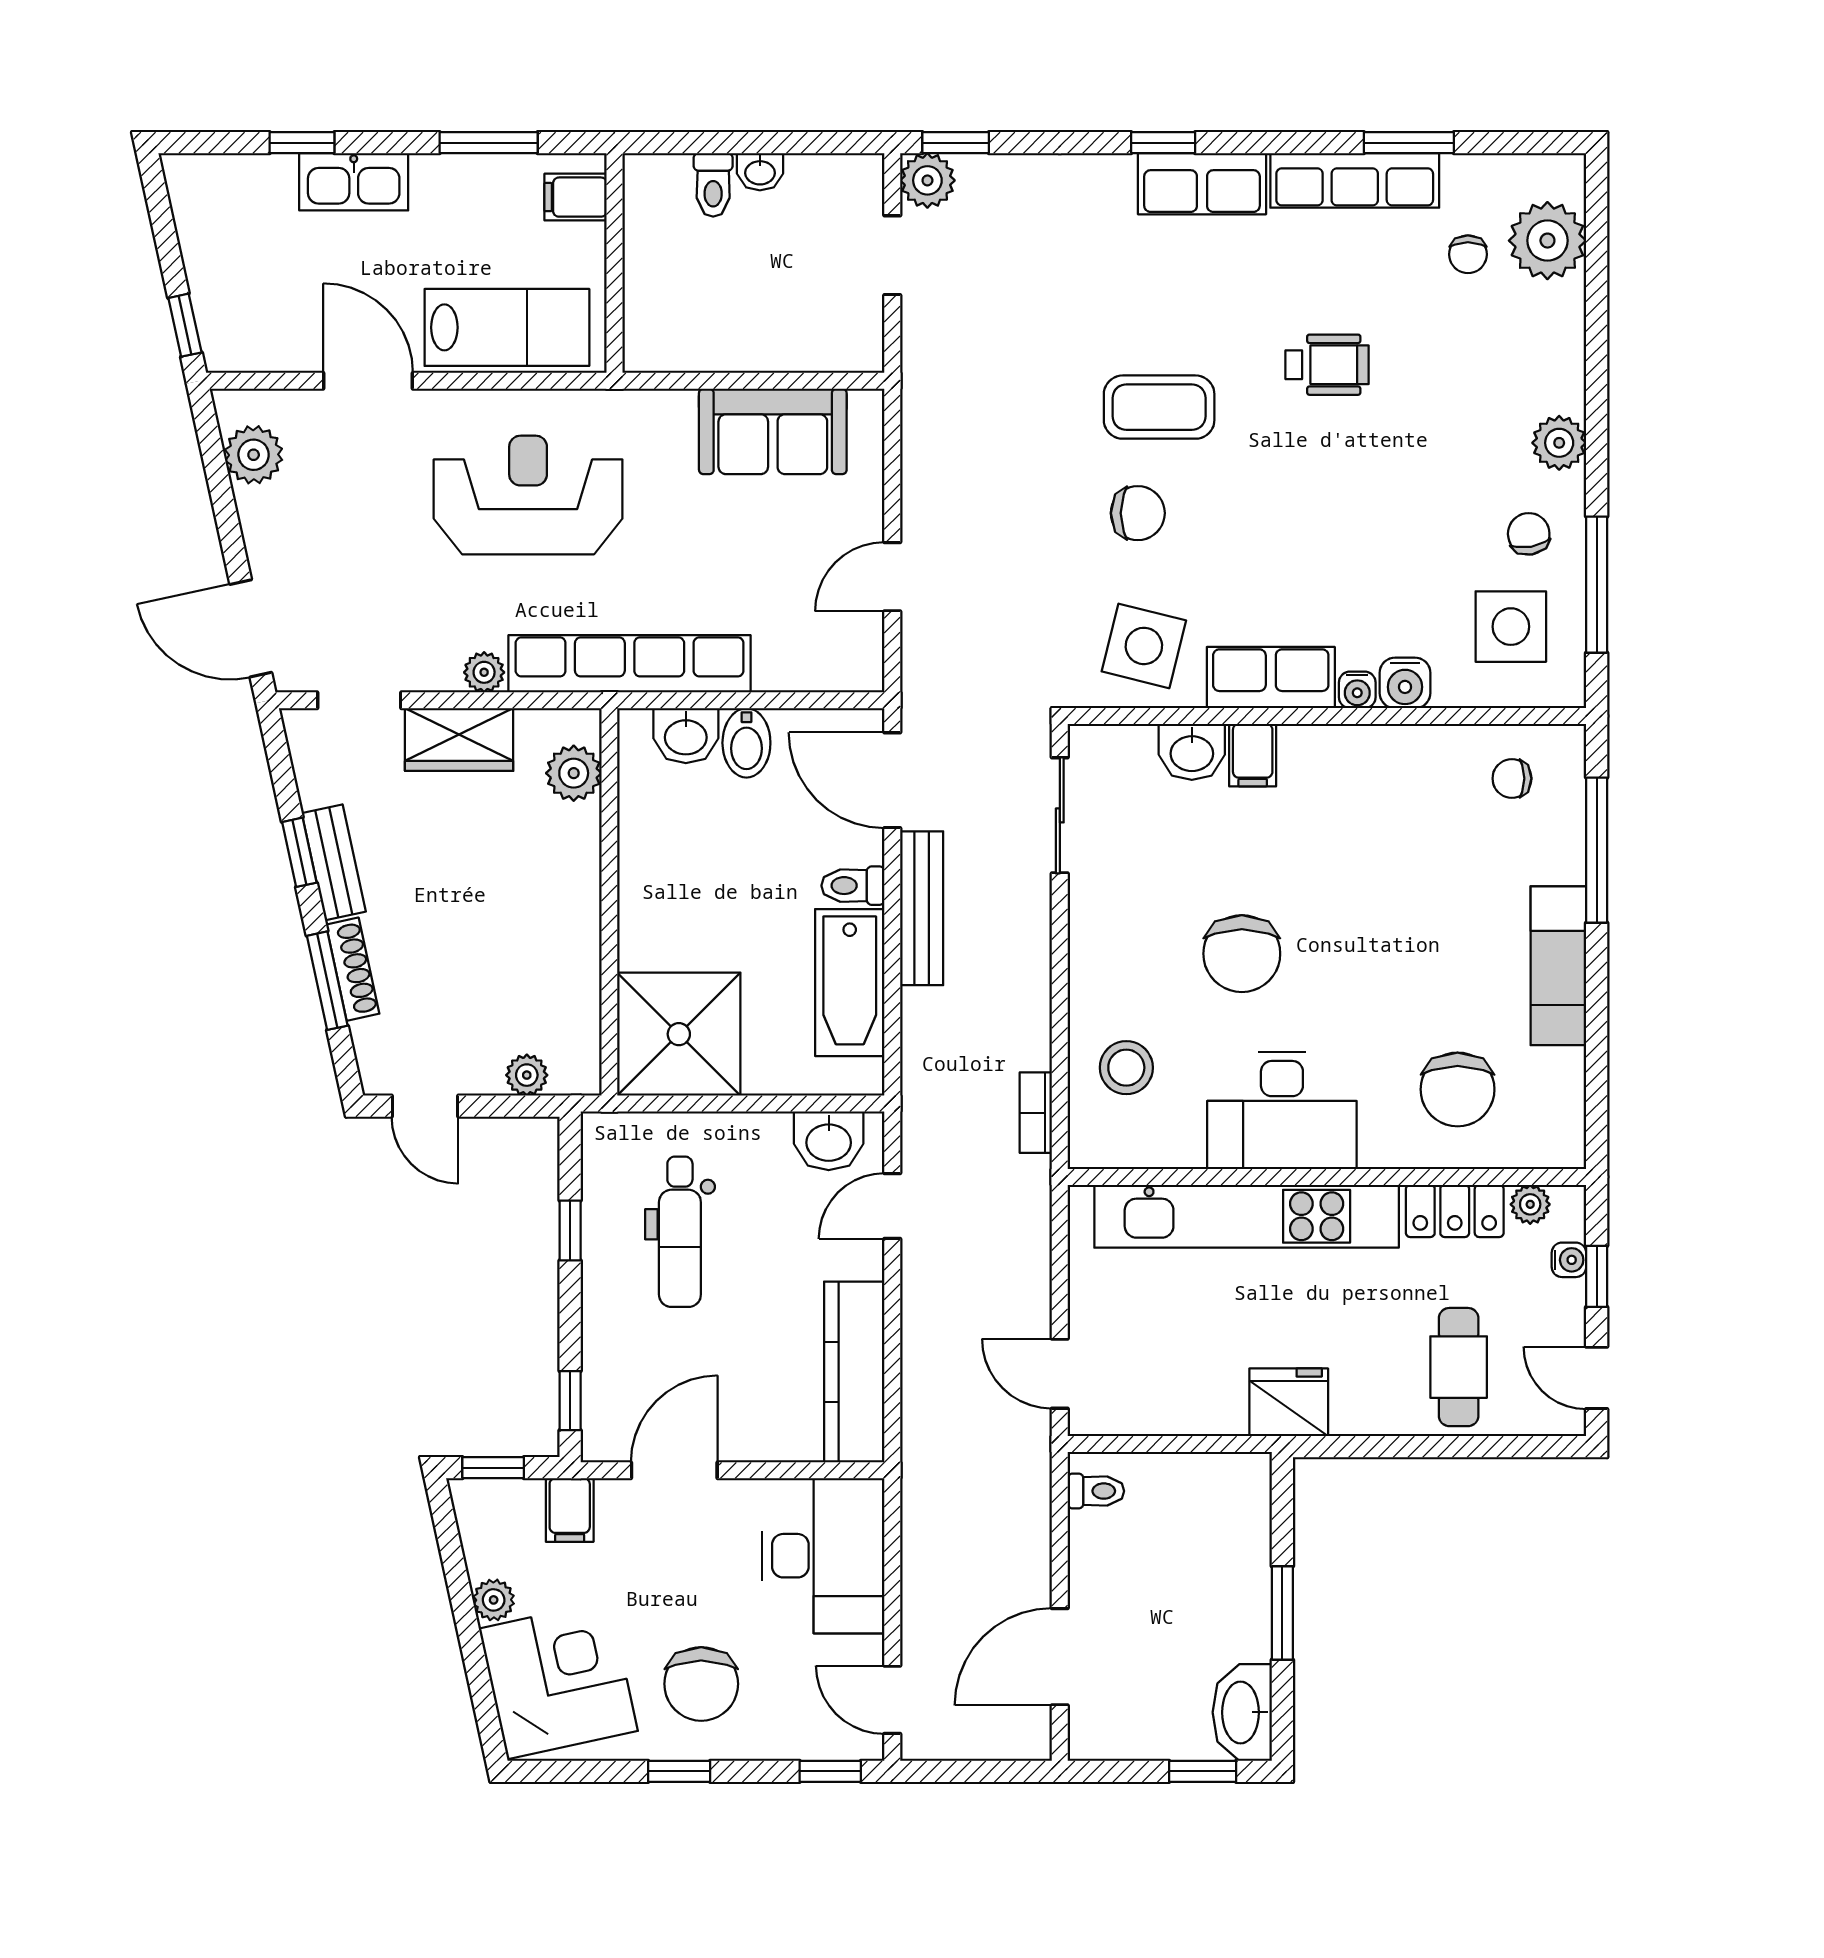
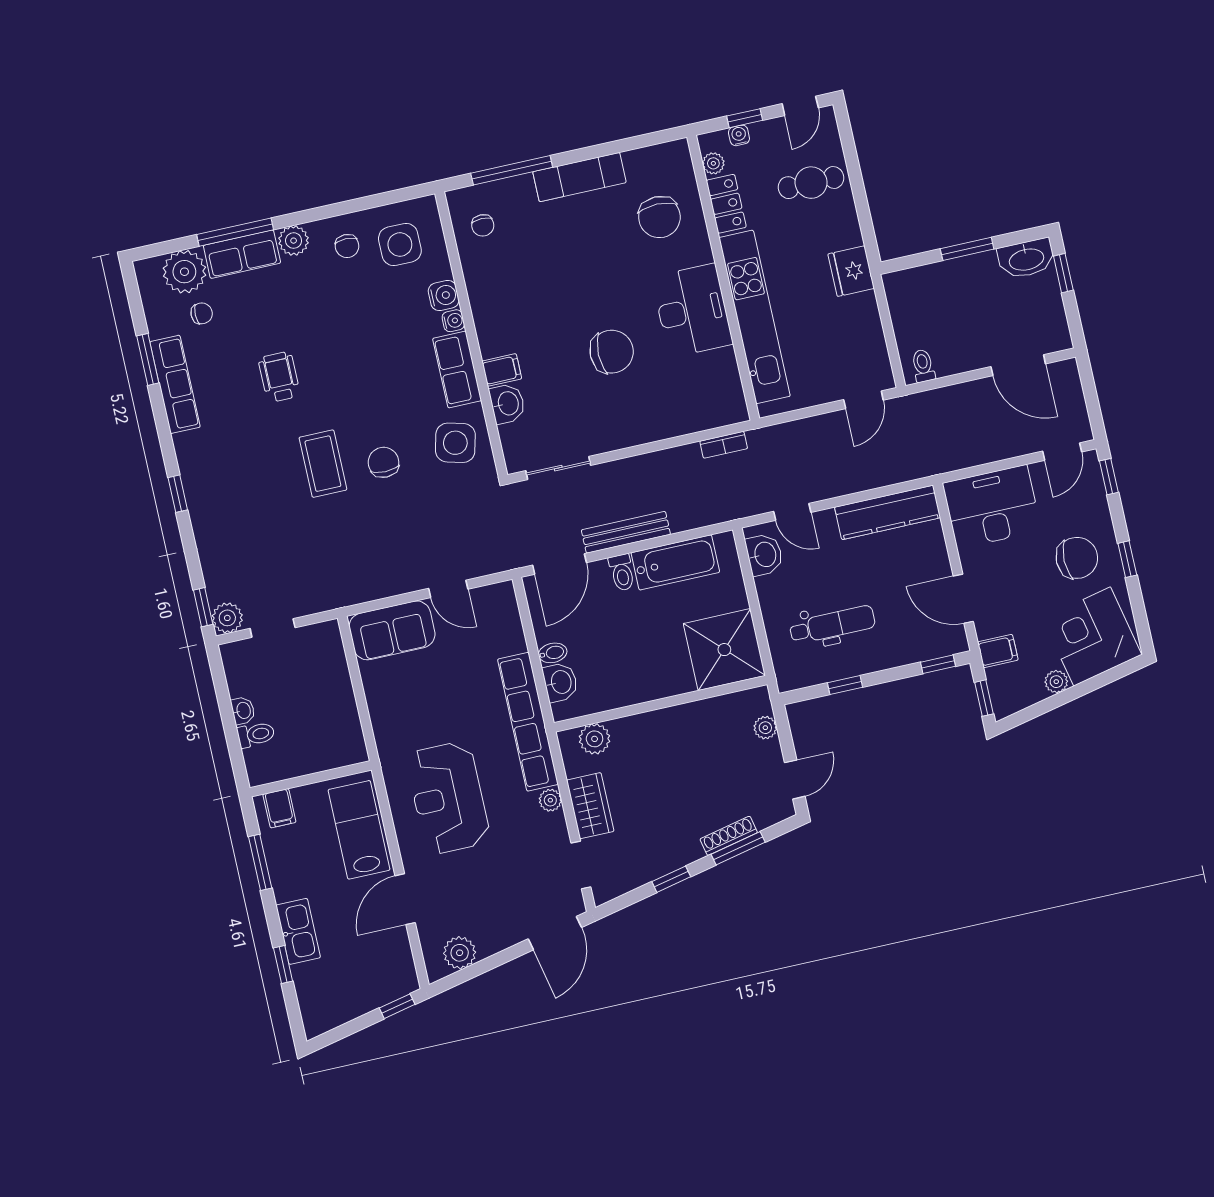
row of seats: (1202, 184) -> (242, 254), moved, turned 90
sofa: (773, 431) -> (392, 630), moved, turned 90
chair: (1529, 534) -> (347, 246), turned -80
window: (1597, 585) -> (235, 232), moved
bidet: (746, 743) -> (553, 653), width x0.72, depth x0.74
bench: (334, 862) -> (673, 859), removed
stool: (1126, 1068) -> (688, 401), removed
chair: (1458, 1089) -> (659, 217), turned 90

